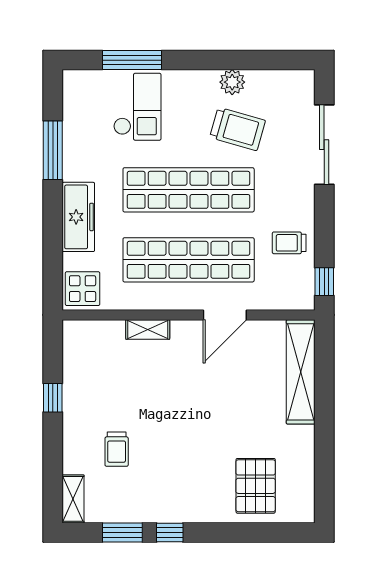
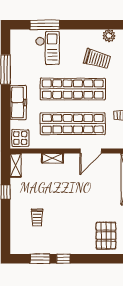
plant: (232, 82) -> (109, 36), moved
shelving: (73, 499) -> (16, 165), moved

